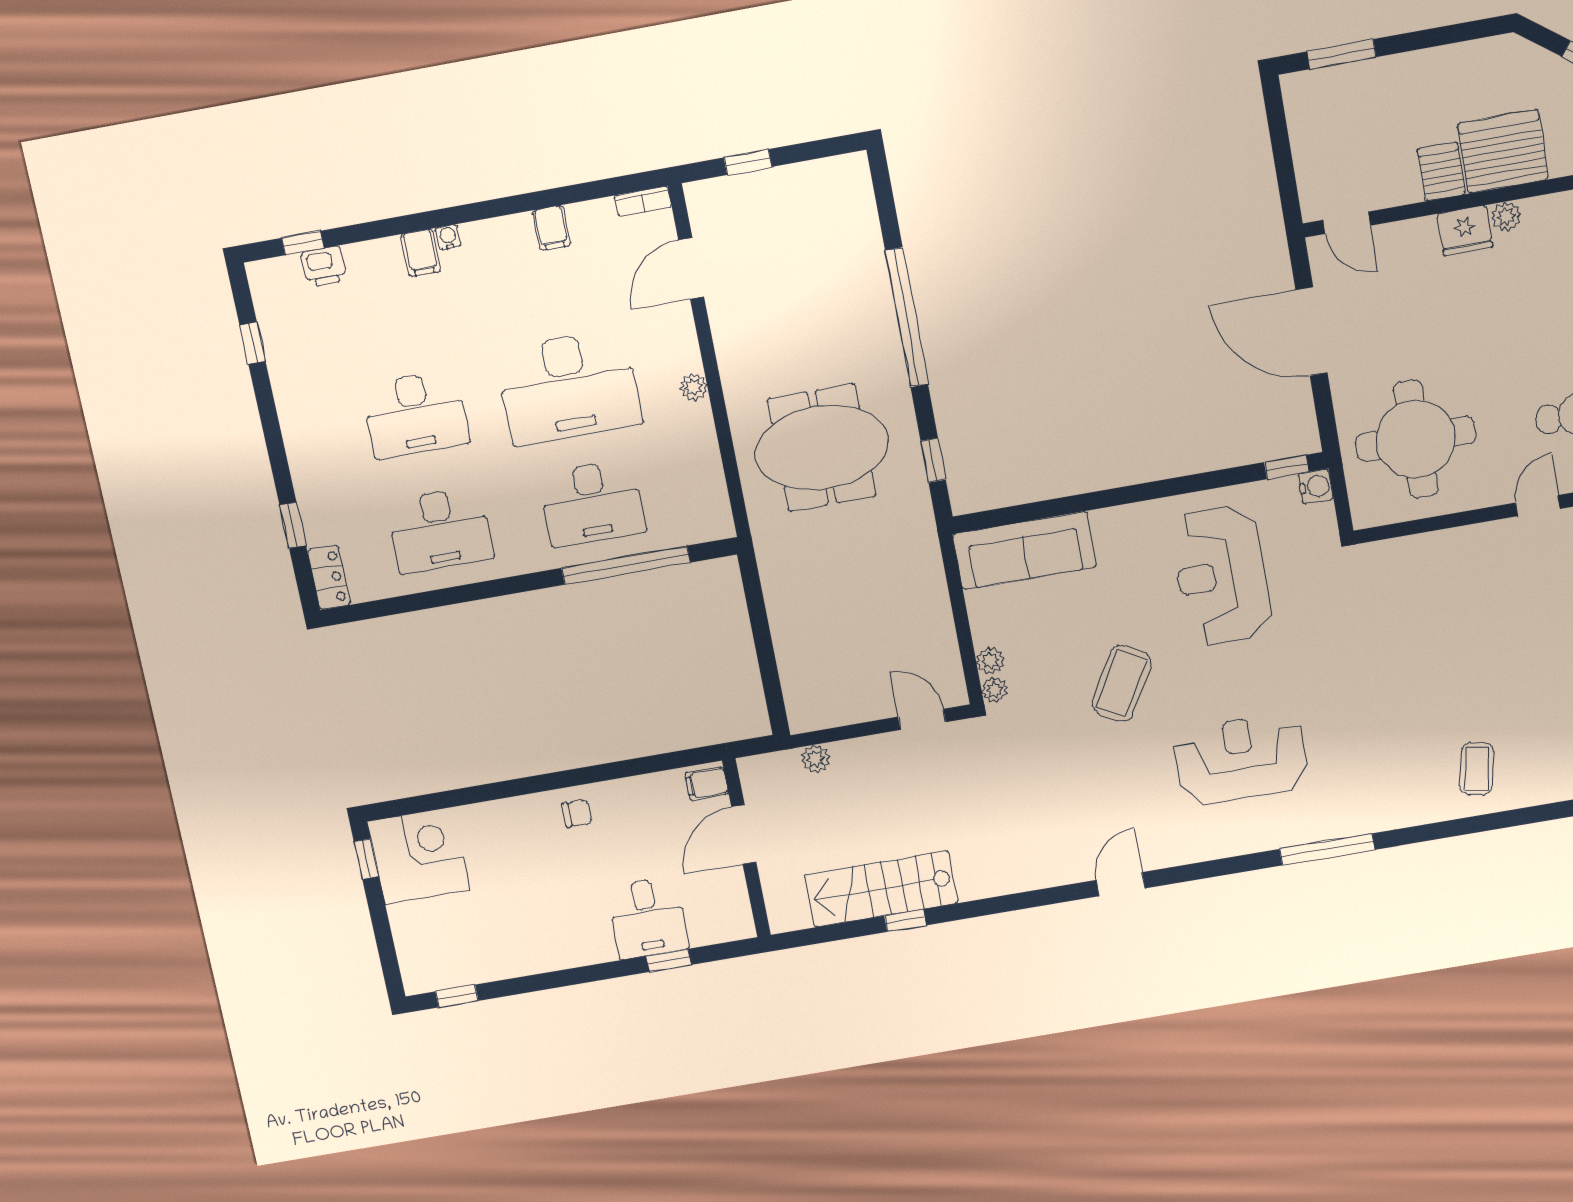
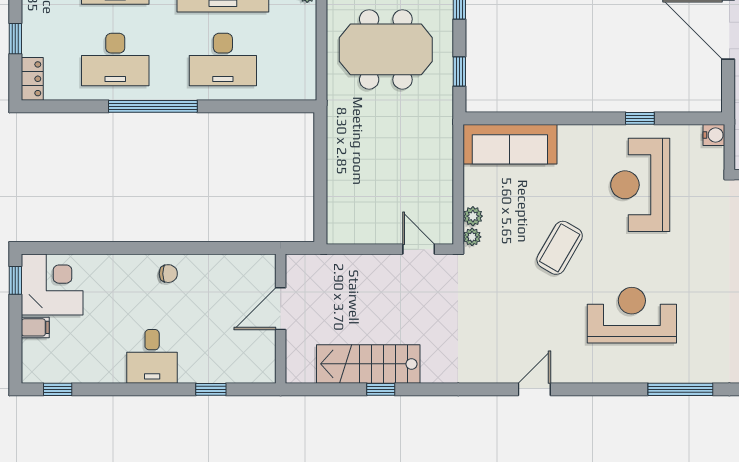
window: (1286, 467) -> (640, 118), moved
window: (626, 565) -> (153, 106), moved
plant: (816, 759) -> (340, 264), removed
filing cabinet: (707, 784) -> (35, 327), moved, turned 180
desk: (648, 918) -> (152, 356), moved

